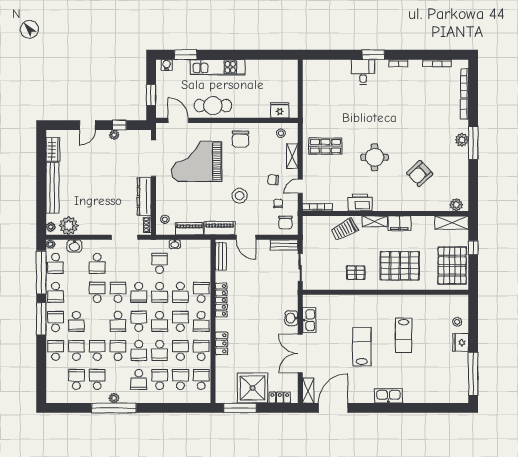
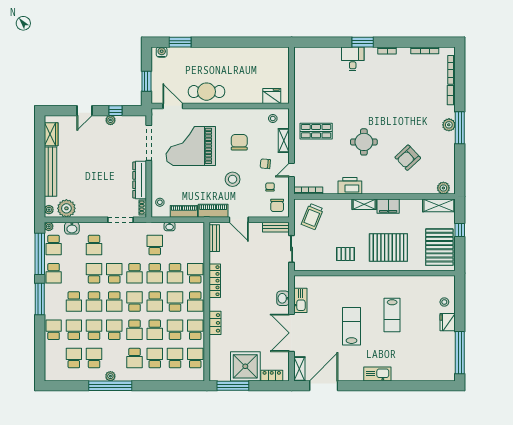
kitchen unit: (218, 67) -> (211, 54), removed
chair: (240, 139) -> (239, 142), moved, turned 180
trolley: (344, 229) -> (312, 216), moved, turned -40
school desk: (56, 321) -> (94, 302), moved, turned 180

